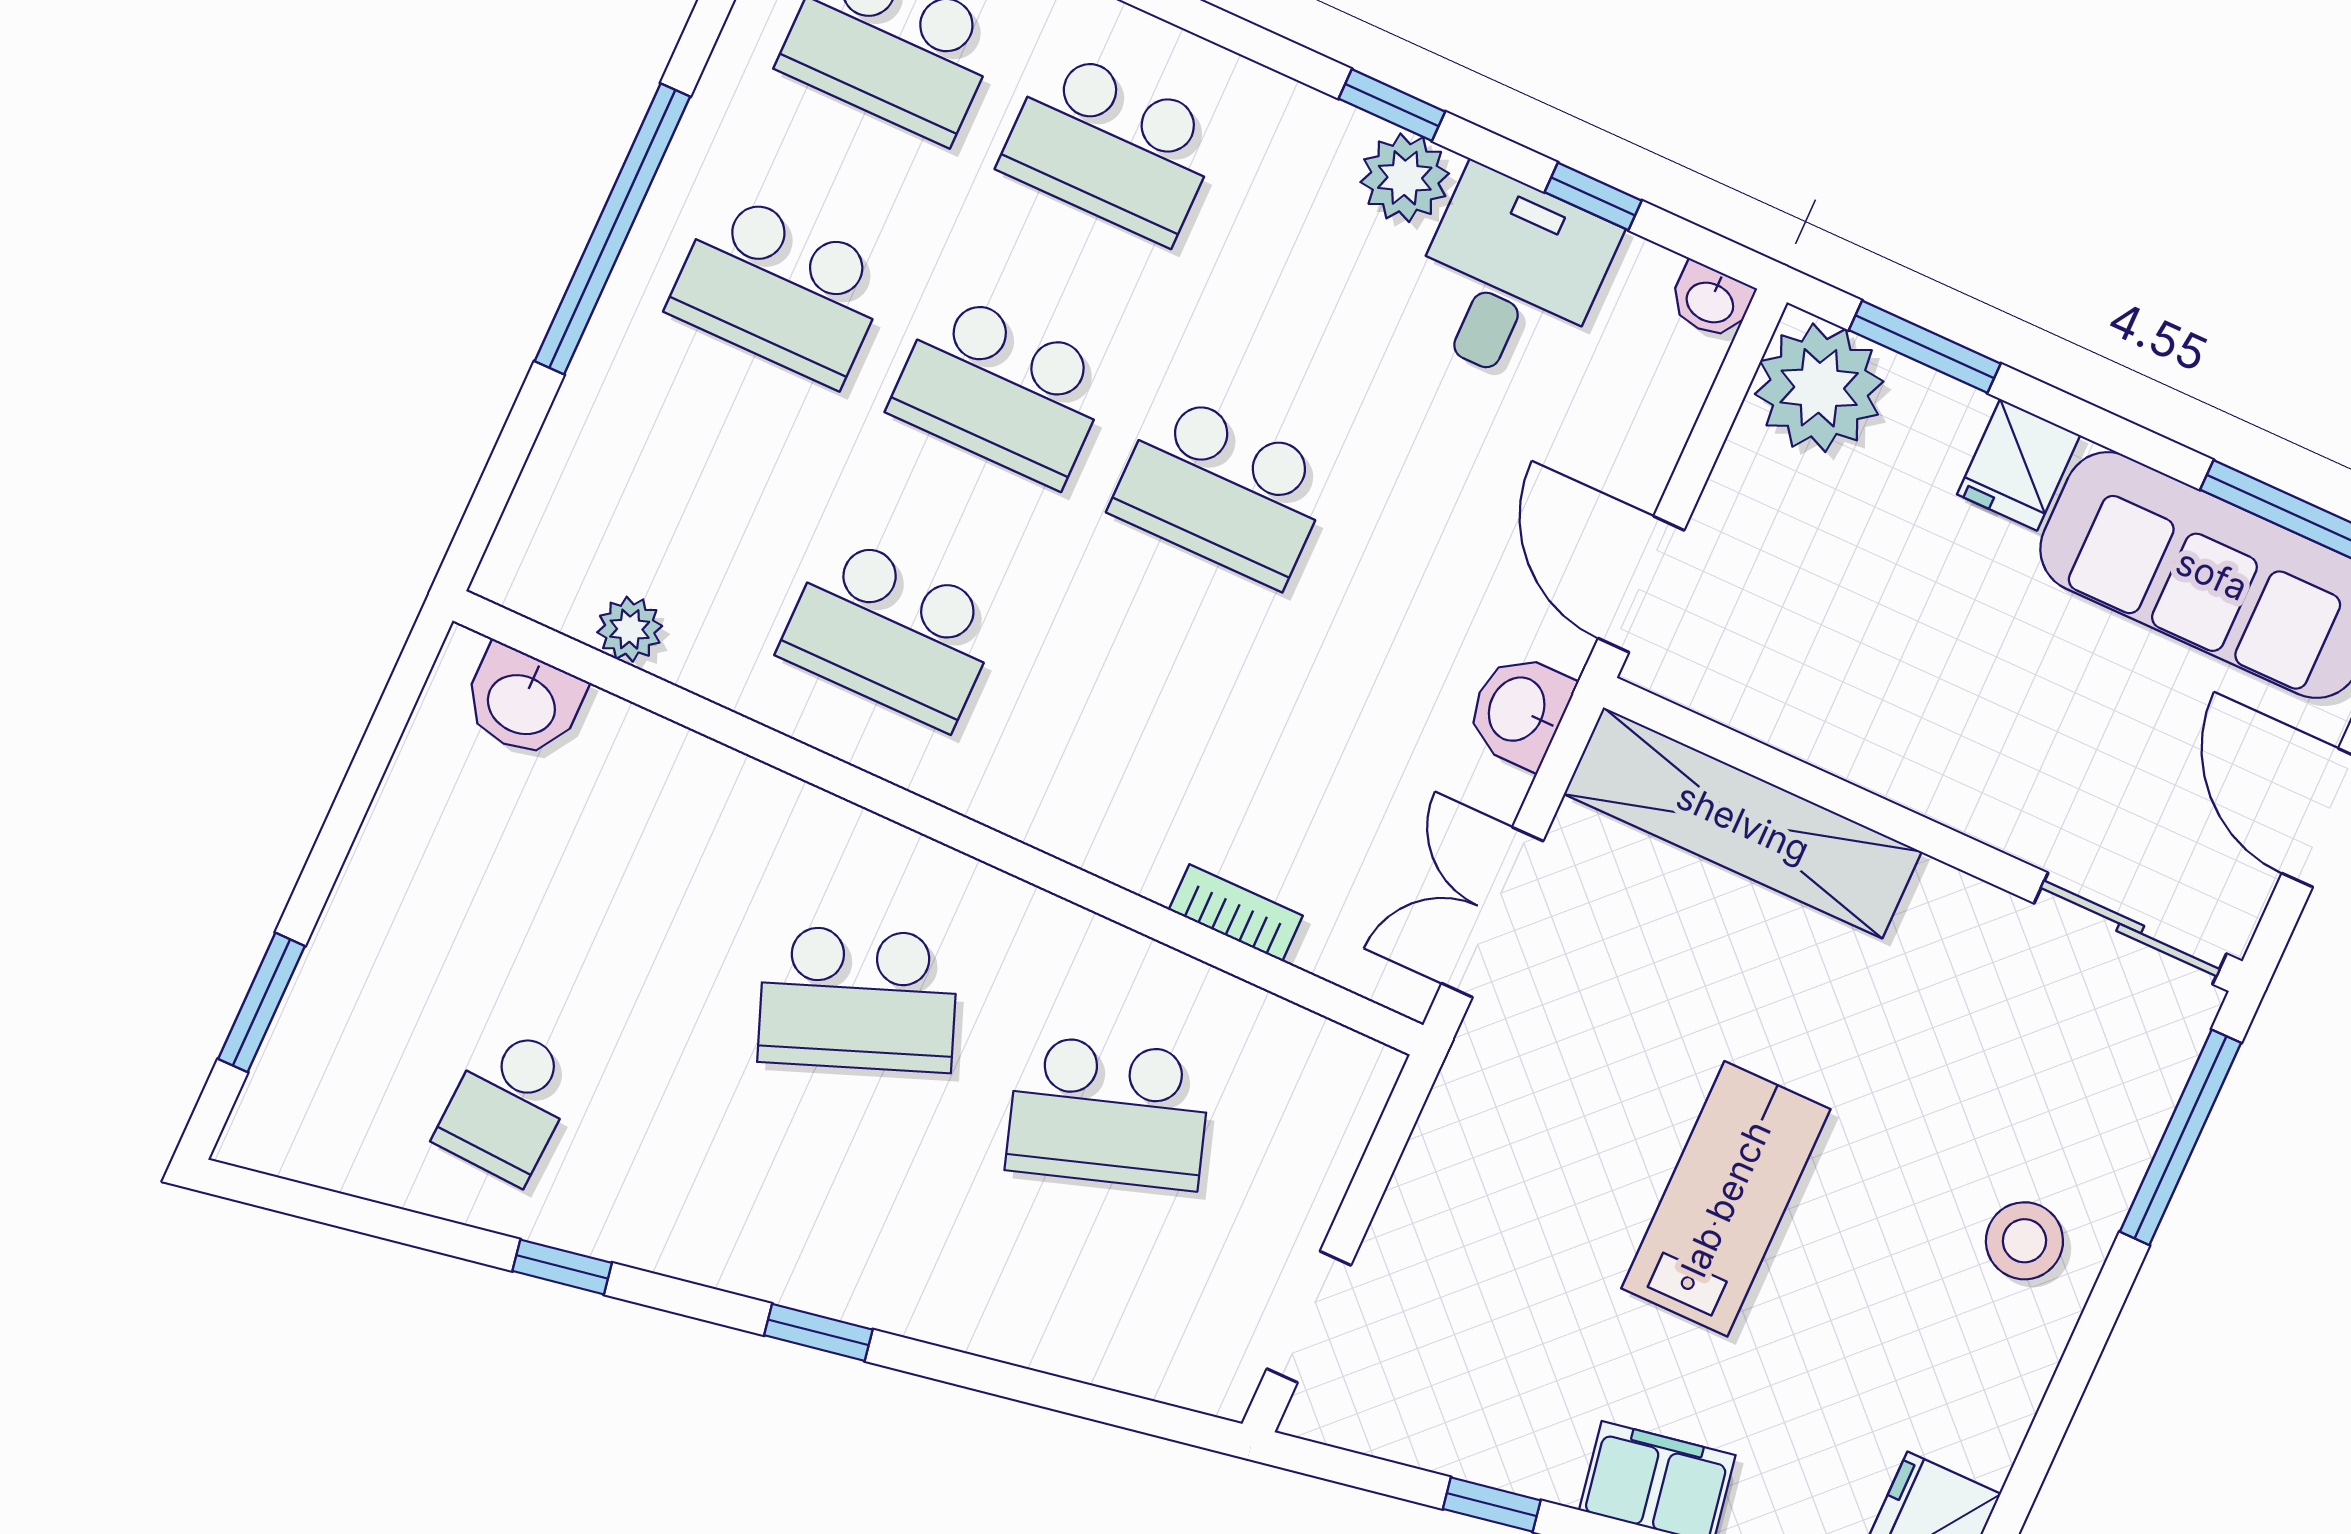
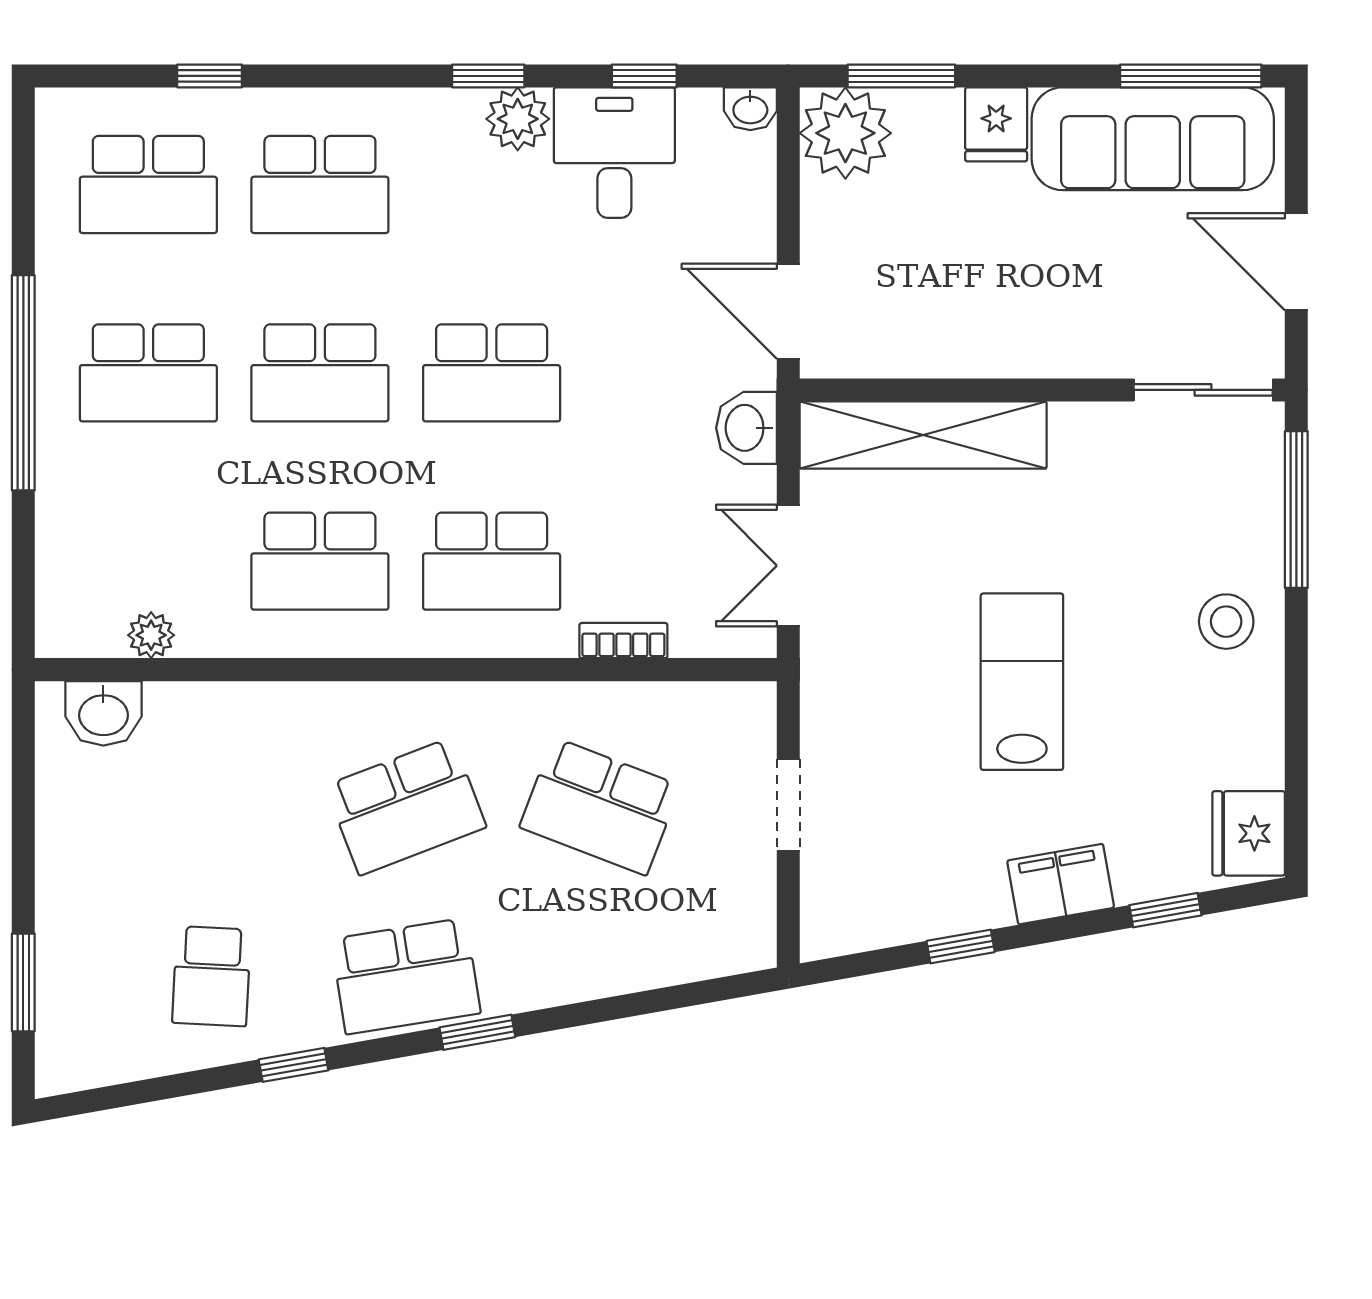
school desk: (1112, 733) -> (492, 561), added
school desk: (1109, 1113) -> (600, 806), turned 39
school desk: (759, 1218) -> (406, 976), added
doorway: (1309, 1317) -> (788, 805), moved

